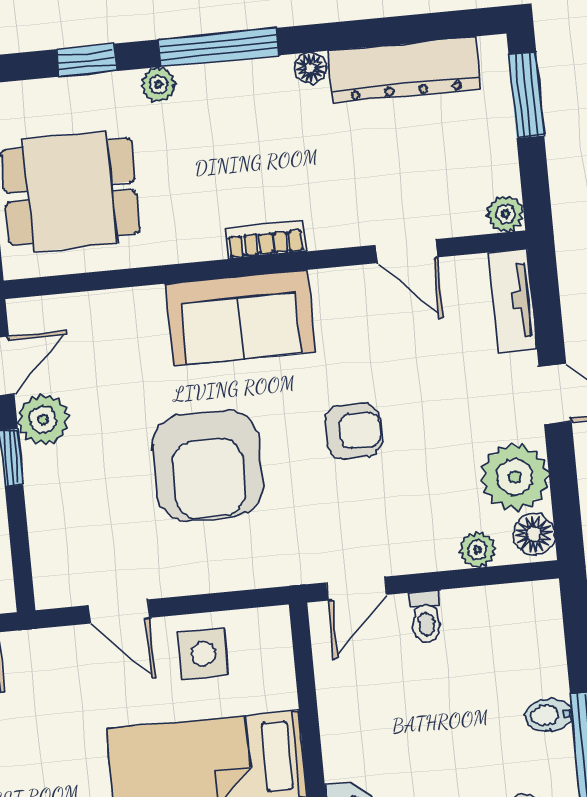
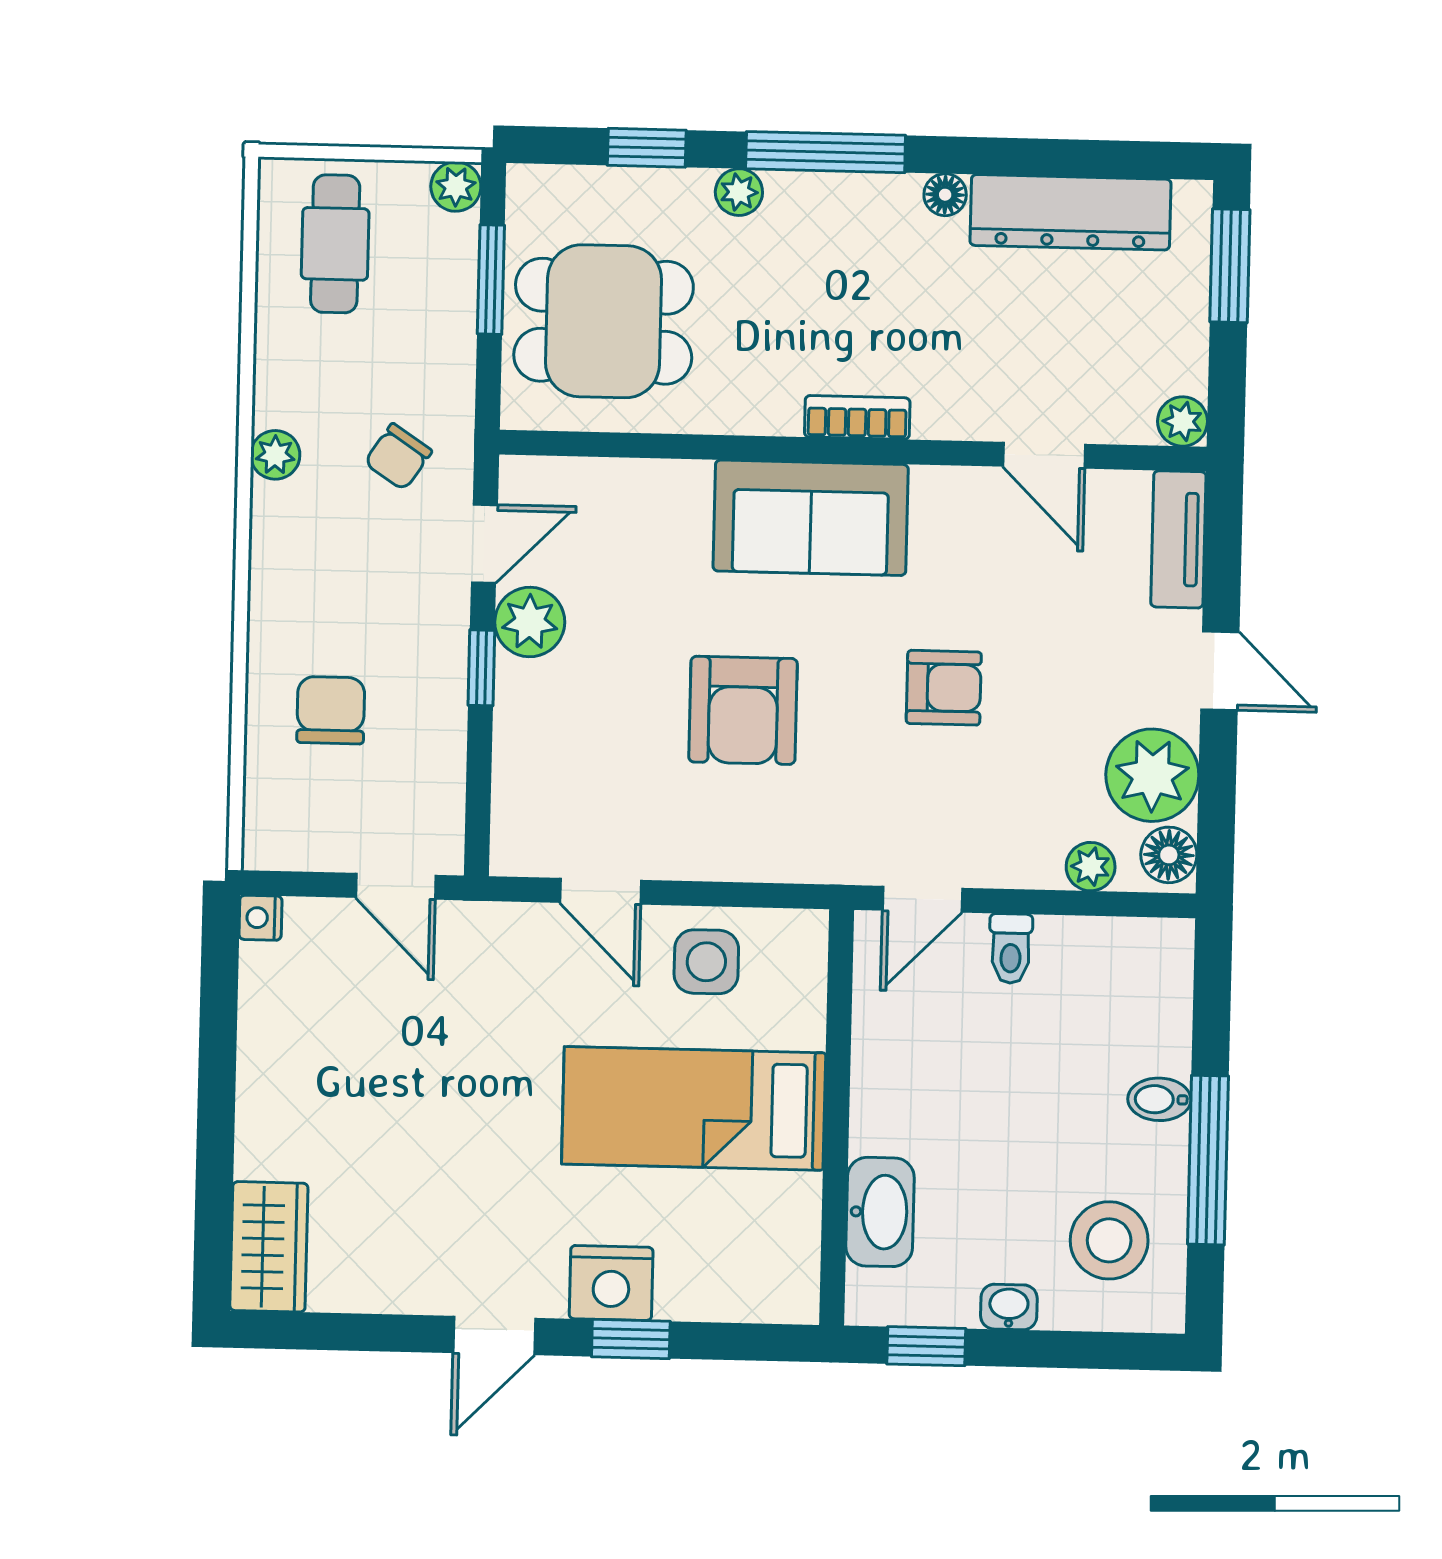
armchair: (208, 466) -> (743, 710), width x0.73, depth x0.73

